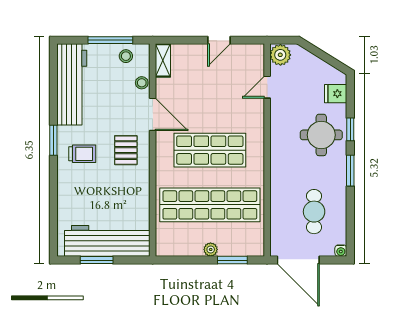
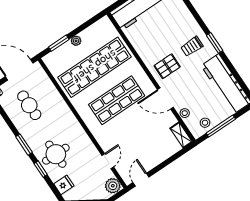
door: (219, 40) -> (141, 180), moved
pallet: (126, 150) -> (167, 66), turned 90

